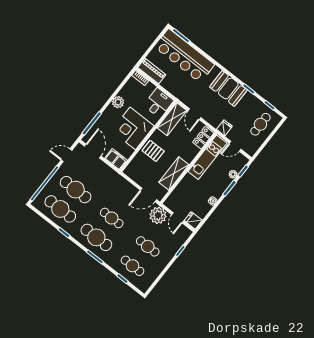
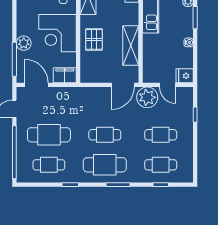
plant: (118, 102) -> (24, 43), moved
pallet: (153, 151) -> (94, 39), turned 90
cafe table: (60, 209) -> (49, 165), width x0.73, depth x0.74

